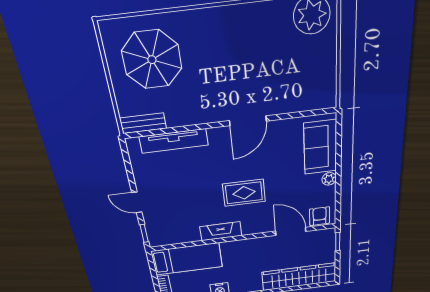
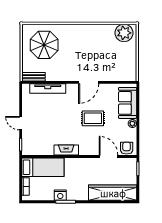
rug: (244, 193) -> (93, 118), moved

